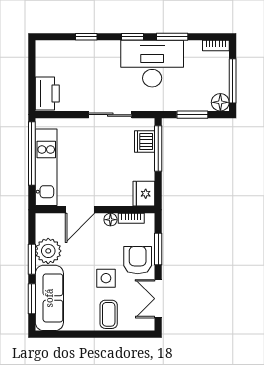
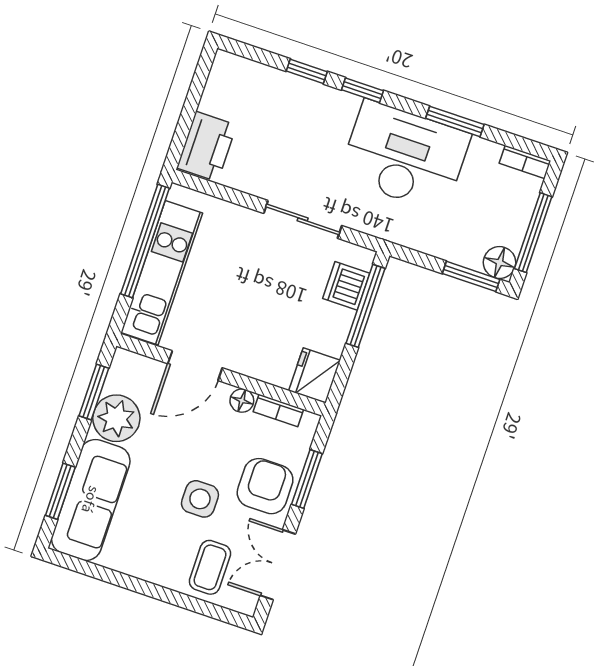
window: (133, 37) -> (362, 90), moved
window: (192, 115) -> (471, 276), moved
window: (32, 259) -> (94, 392), moved
coffee table: (109, 314) -> (210, 567), moved

